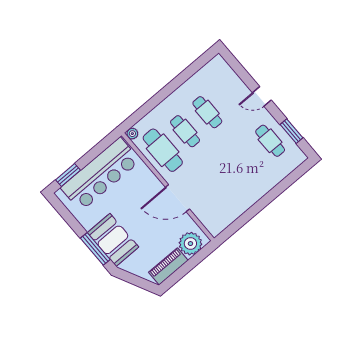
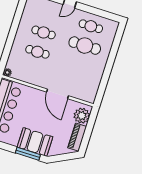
window: (291, 131) -> (100, 13), removed
cafe table: (163, 150) -> (85, 46), moved
door: (177, 198) -> (58, 94), hinge flipped

